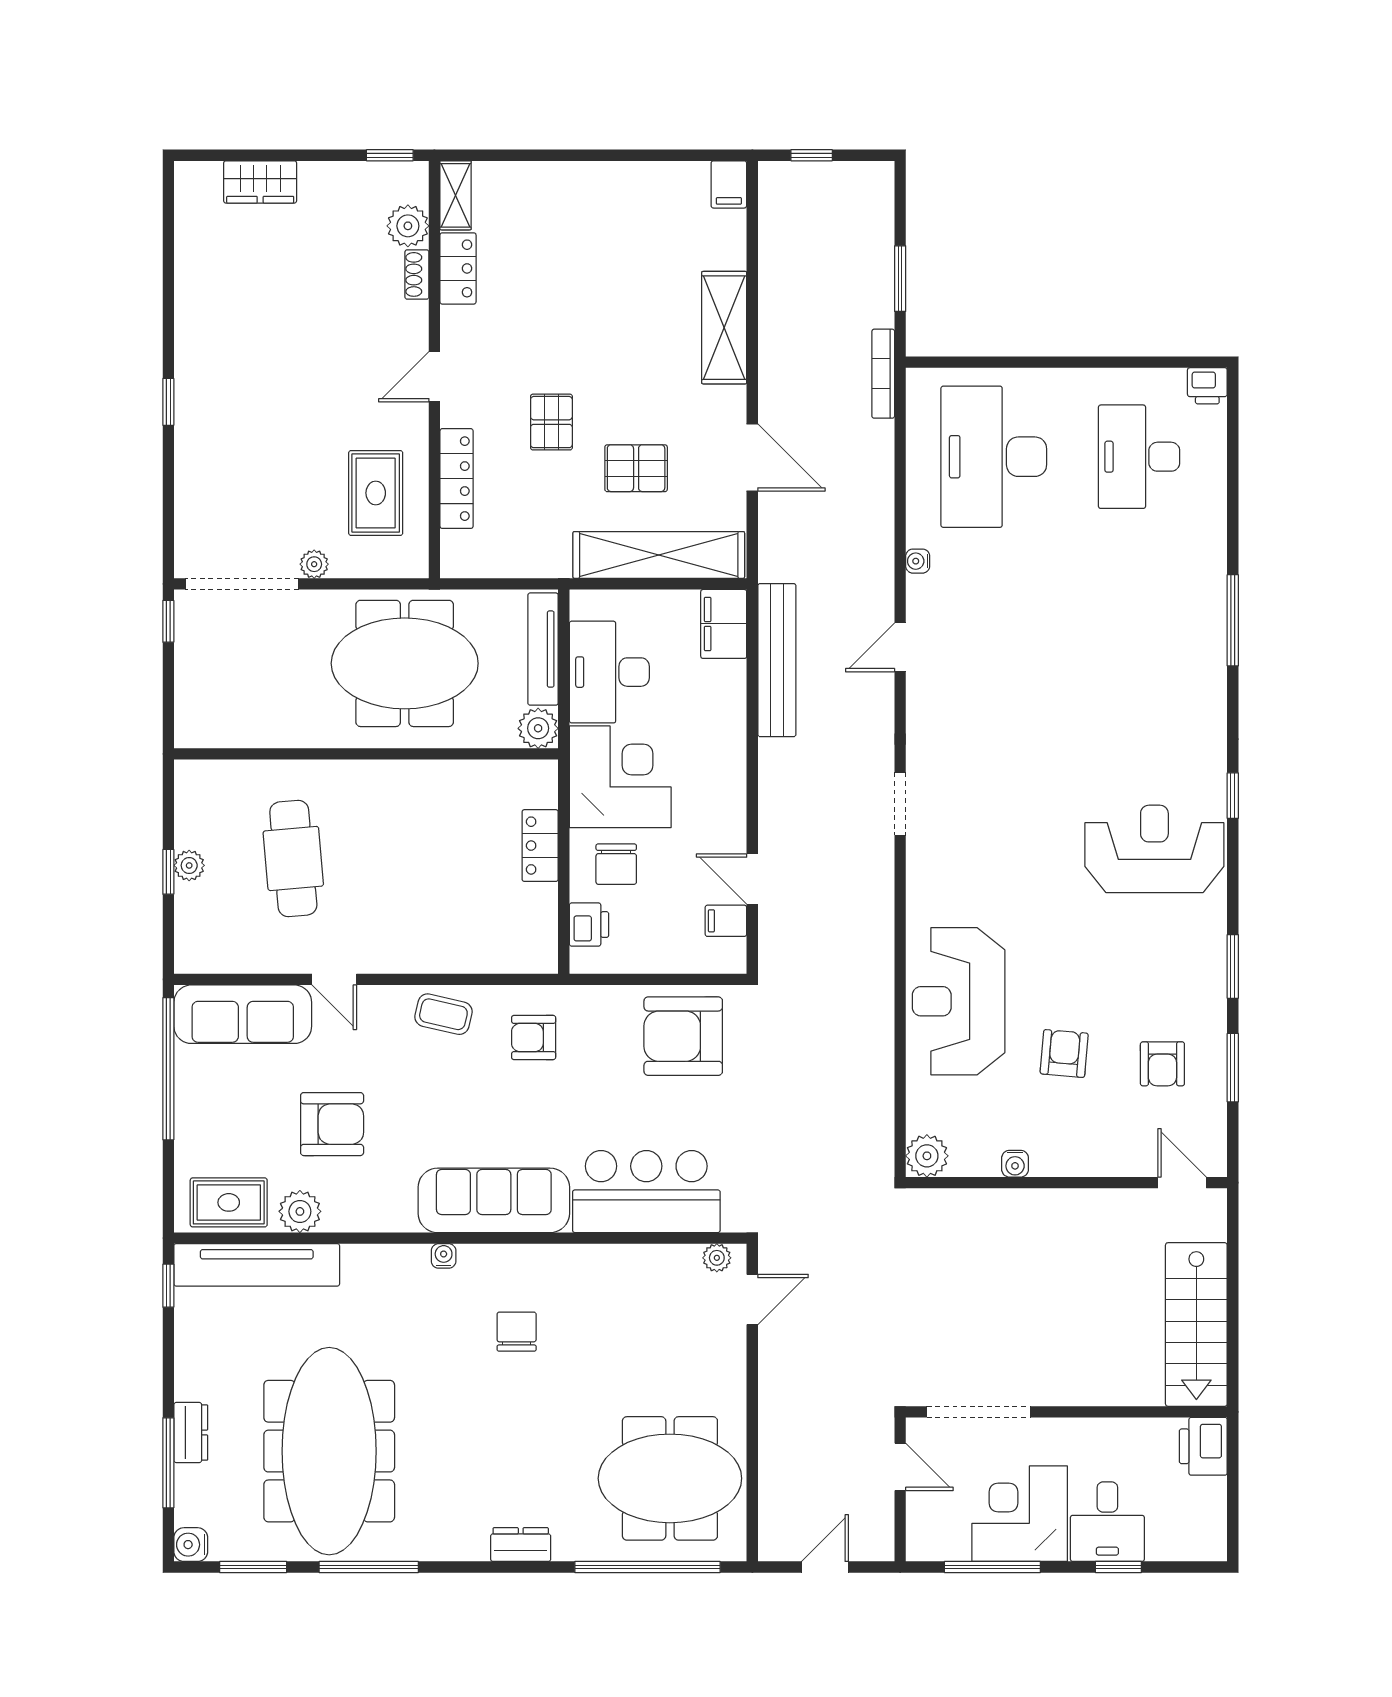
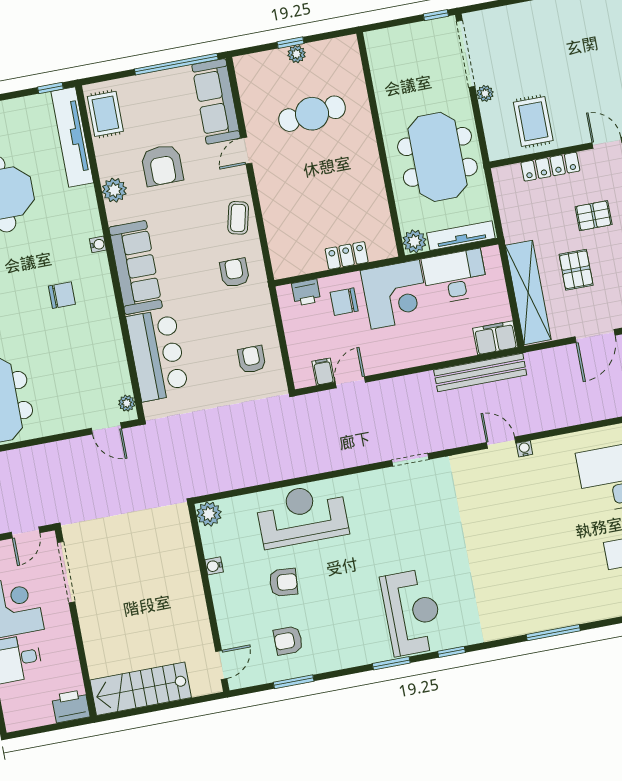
rug: (376, 493) -> (533, 121), turned 90
water cooler: (918, 561) -> (524, 449), moved
window: (1233, 966) -> (391, 663), moved
armchair: (683, 1036) -> (252, 359), width x0.53, depth x0.53
plant: (300, 1211) -> (114, 190), moved

